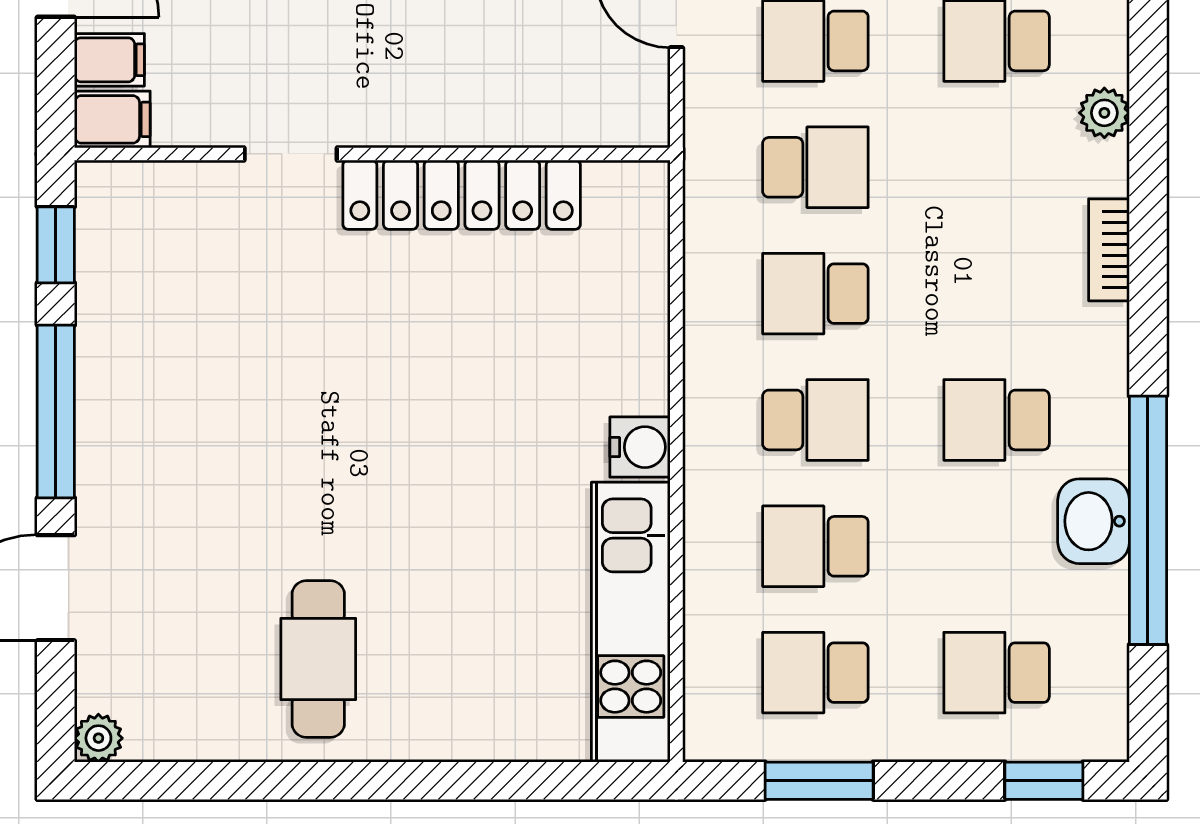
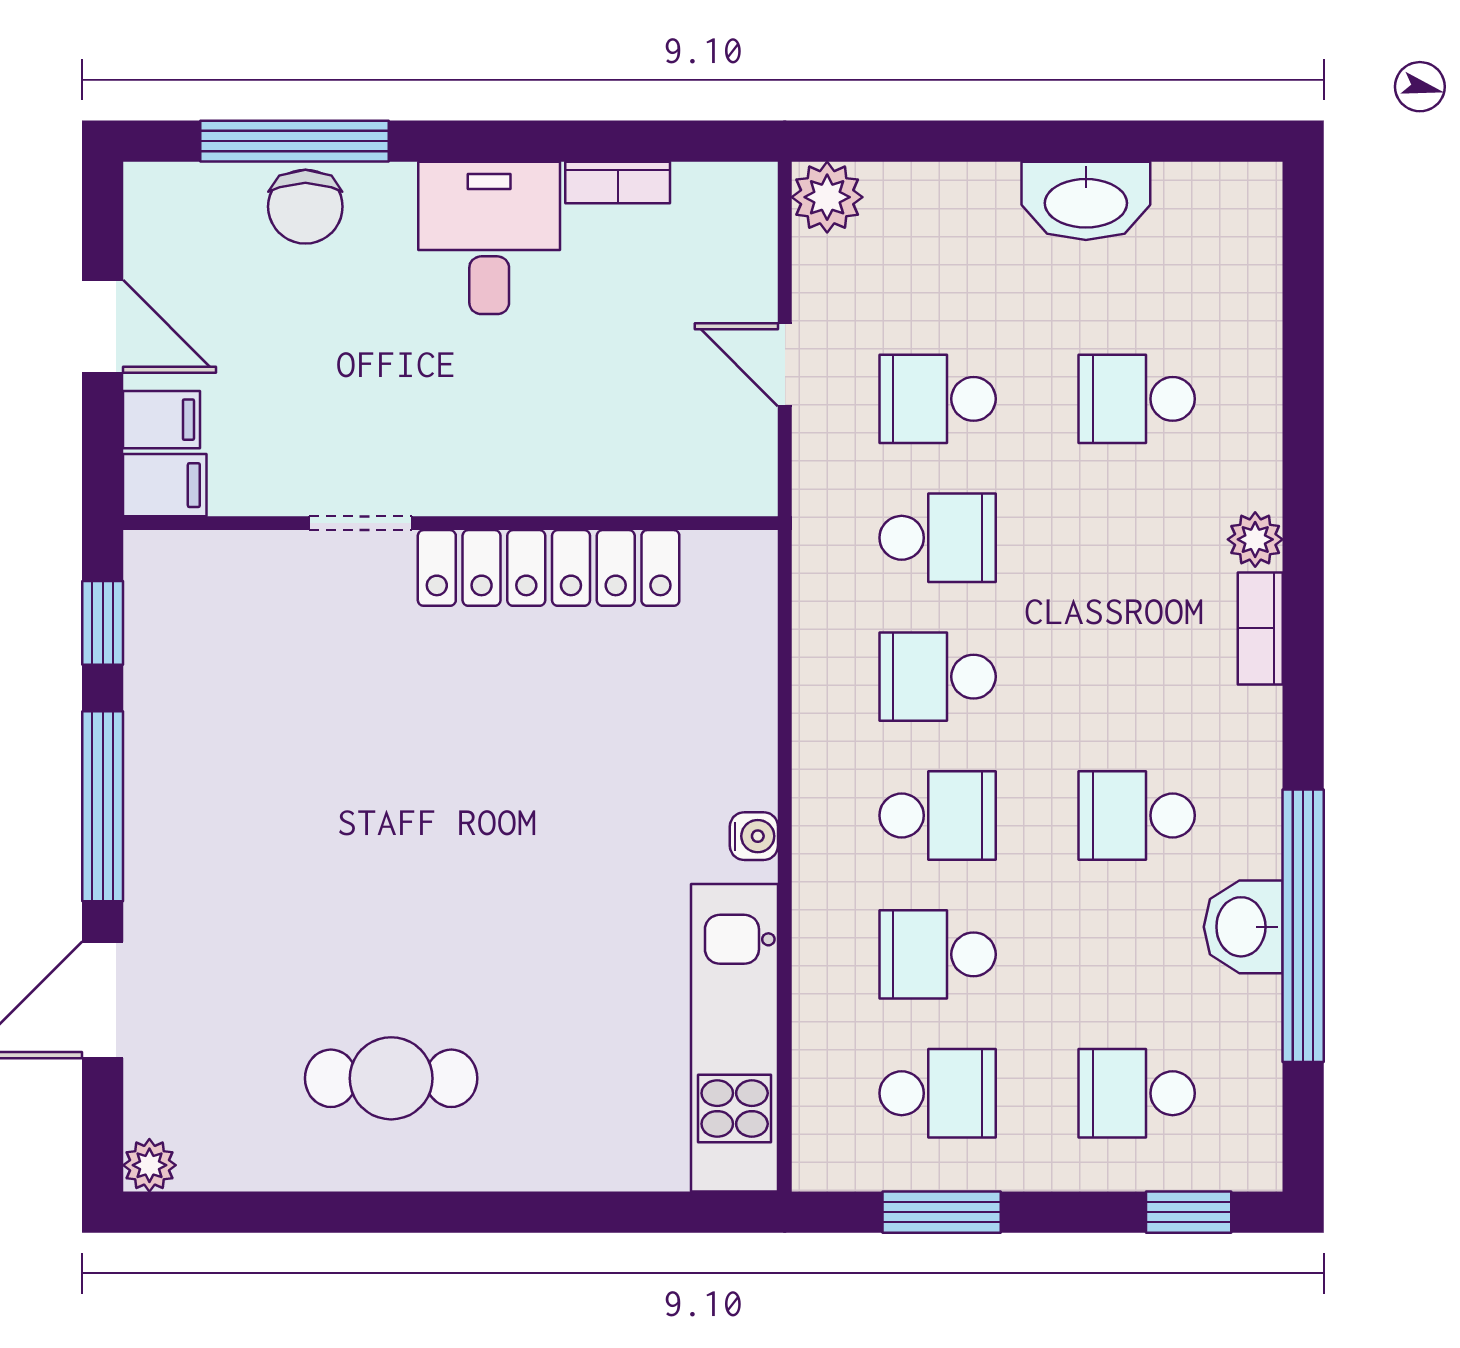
plant: (1104, 113) -> (1255, 539), moved
water cooler: (640, 447) -> (754, 836), width x0.72, depth x0.72
cafe table: (318, 659) -> (391, 1078), turned 90
school desk: (815, 673) -> (938, 1093), turned 180

